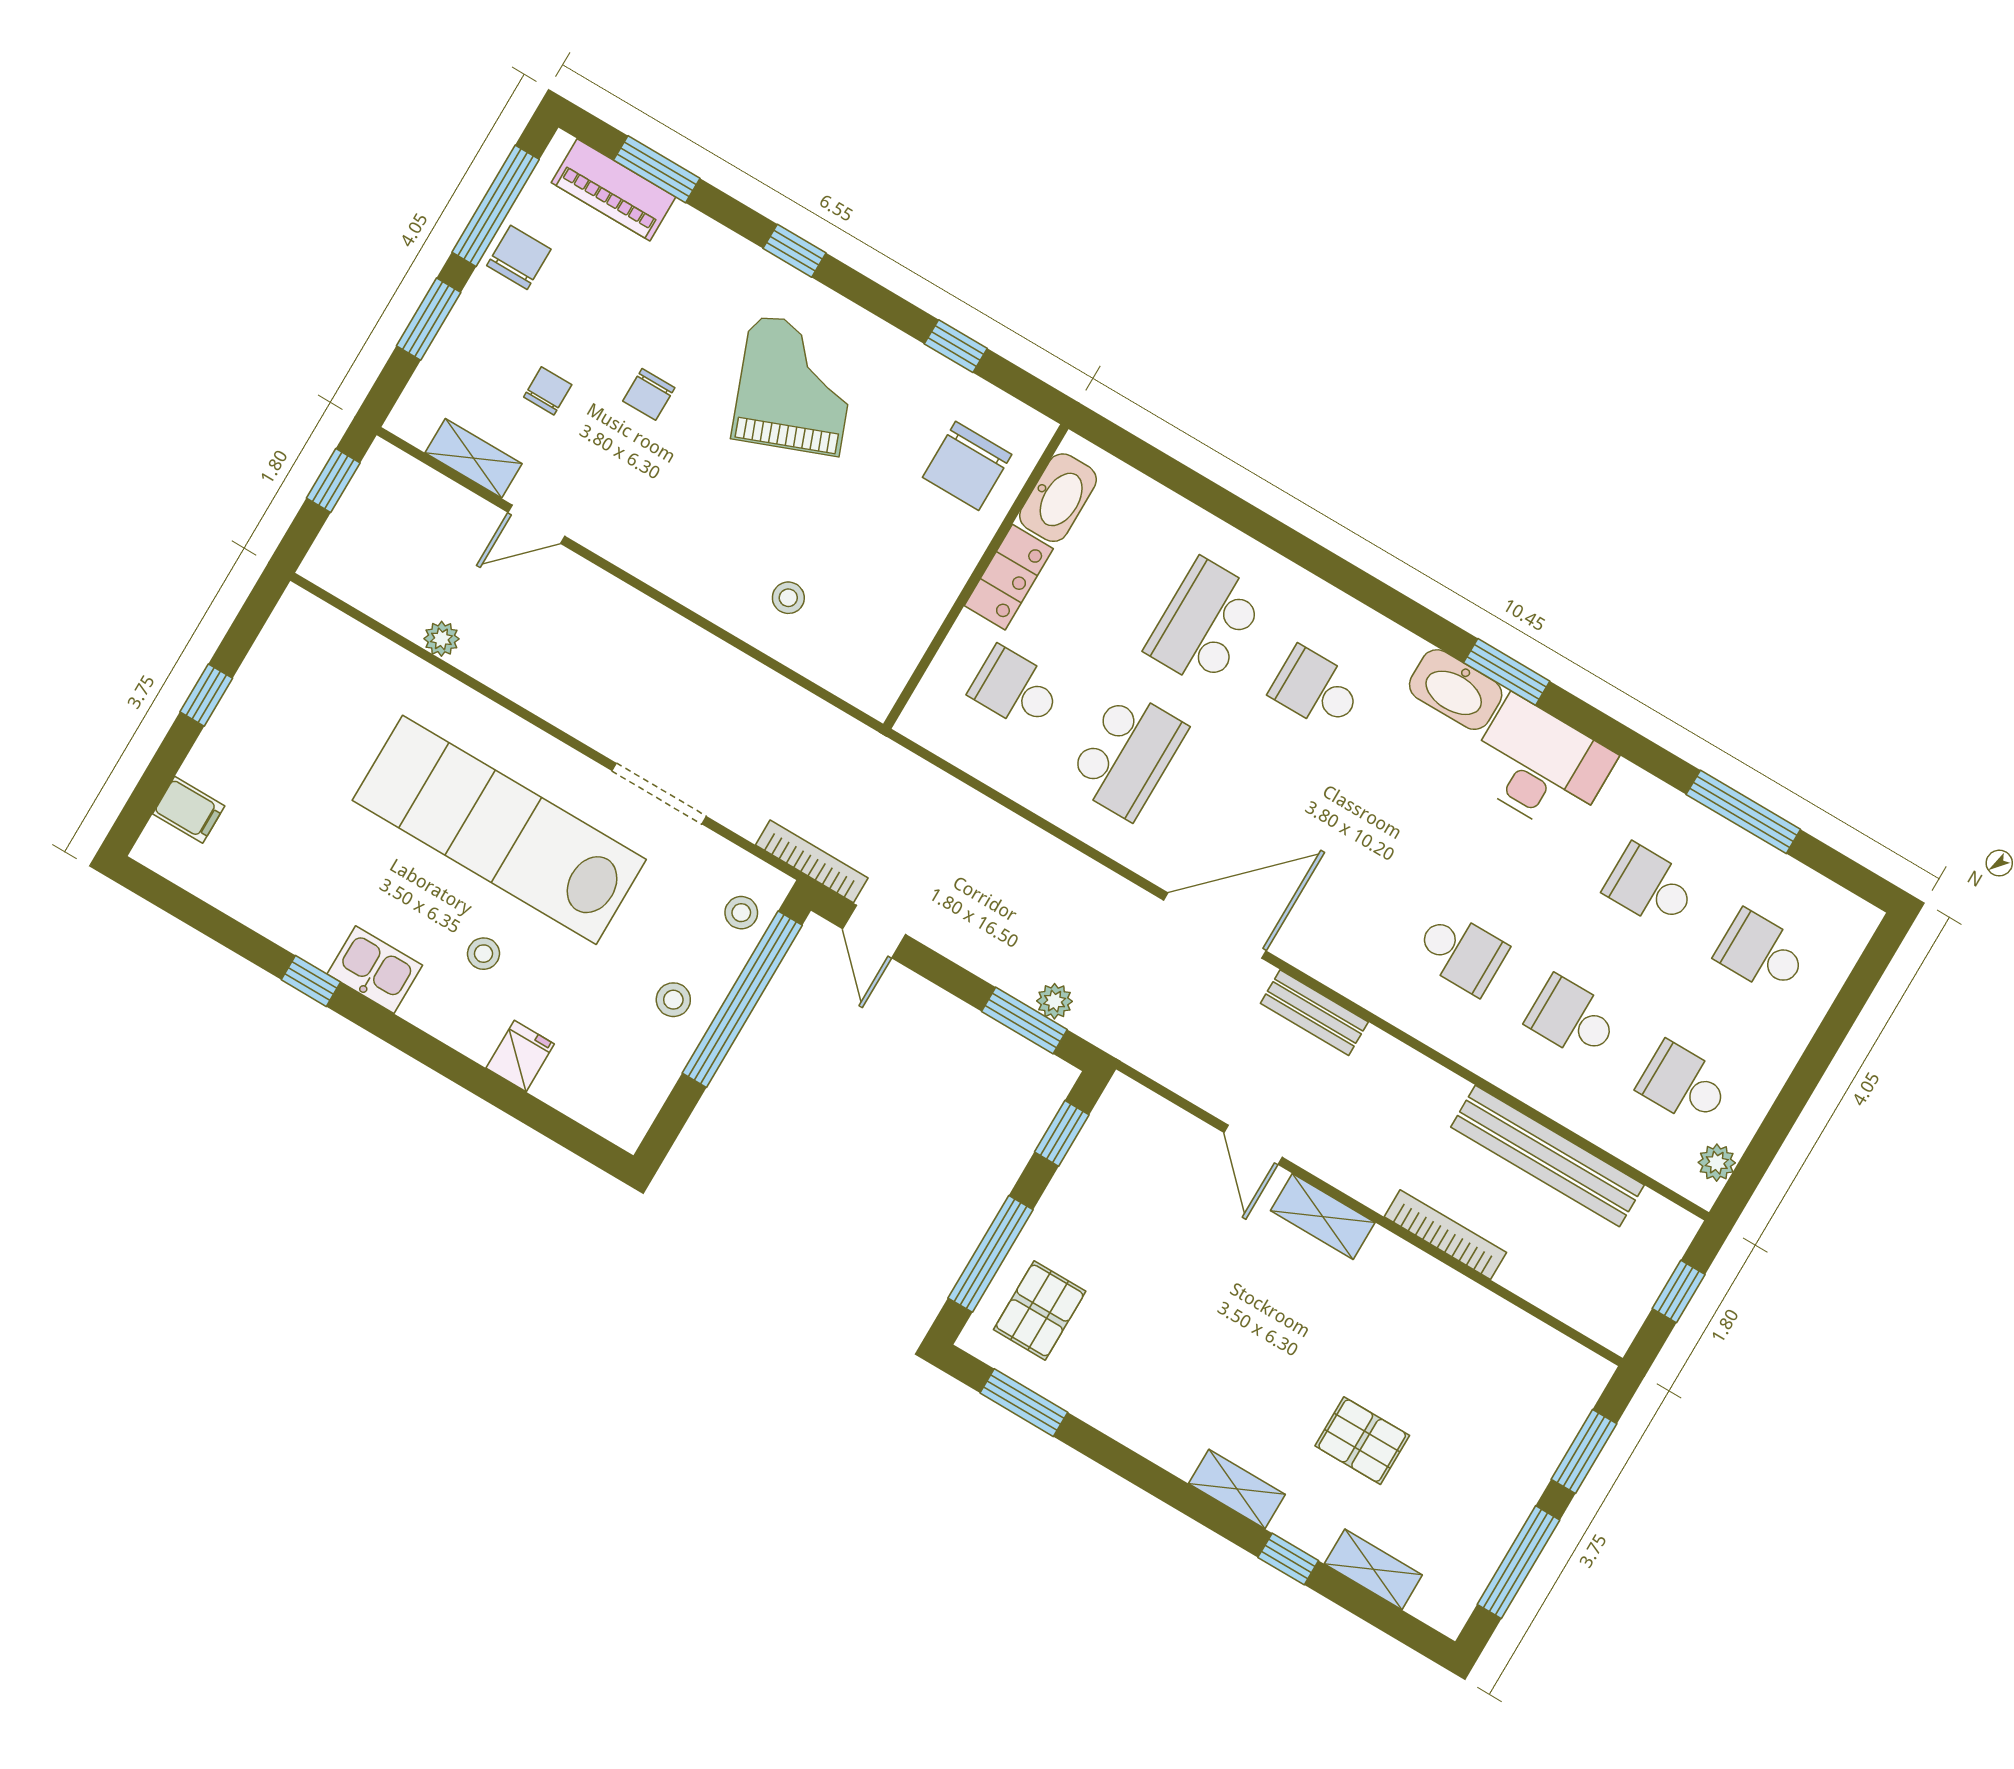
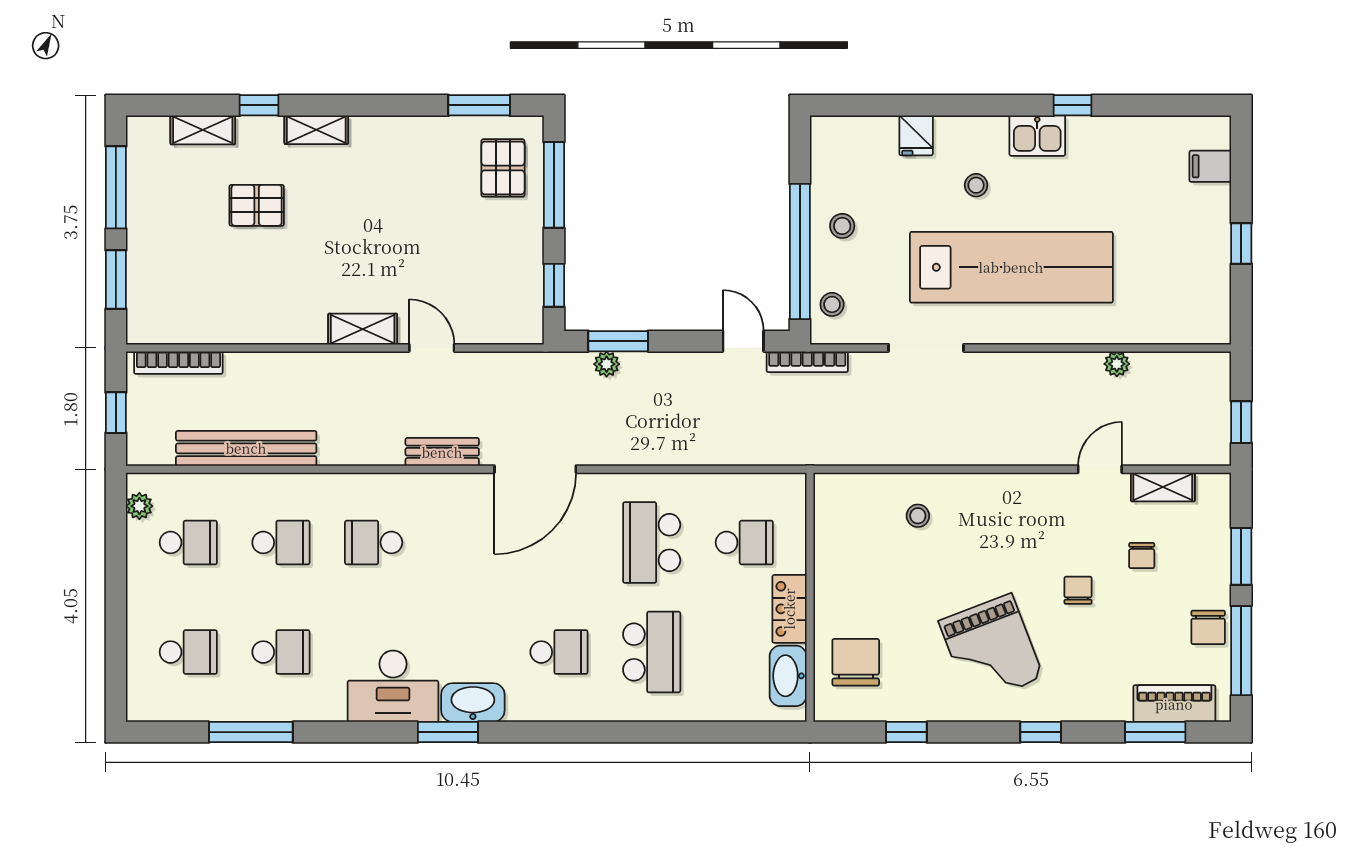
bookcase: (1445, 1235) -> (178, 363), moved

